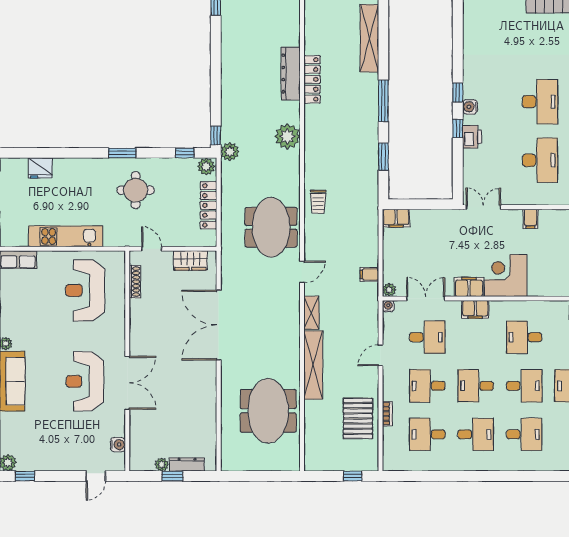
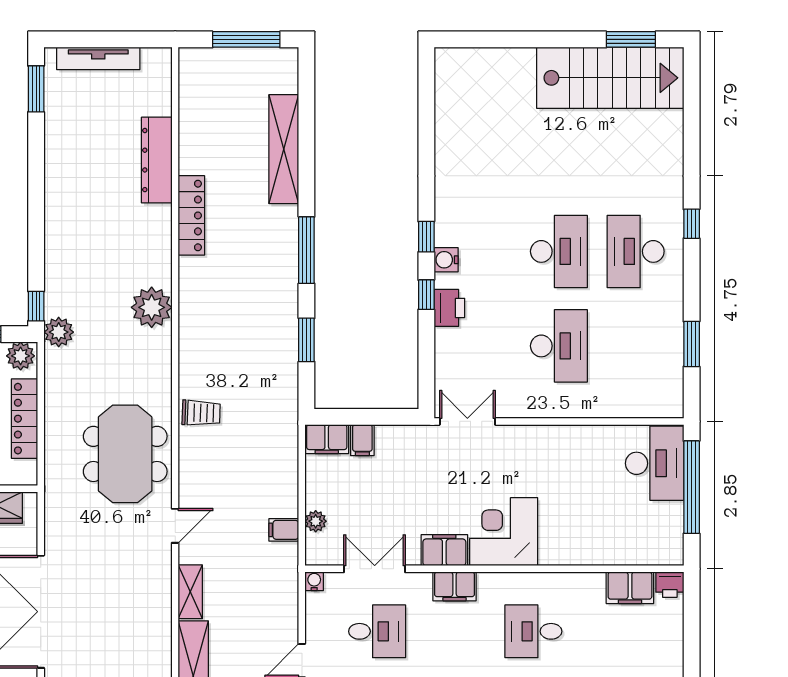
dresser: (291, 73) -> (157, 160), moved
trolley: (318, 202) -> (201, 413), turned -88
filing cabinet: (531, 219) -> (362, 440), moved
plant: (389, 290) -> (316, 521), moved

